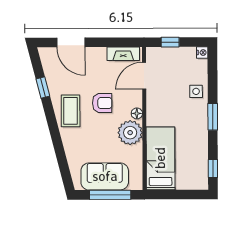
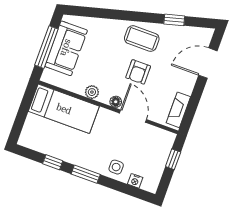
nightstand: (202, 53) -> (135, 181), moved
door: (144, 76) -> (133, 116), moved
plant: (130, 133) -> (92, 92), width x0.53, depth x0.53
window: (213, 169) -> (53, 162), moved

